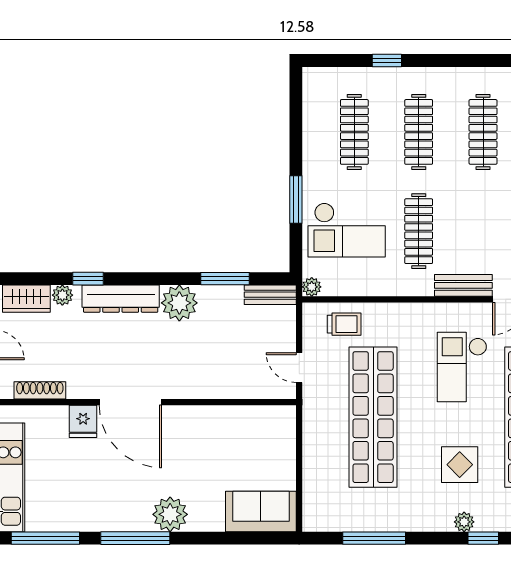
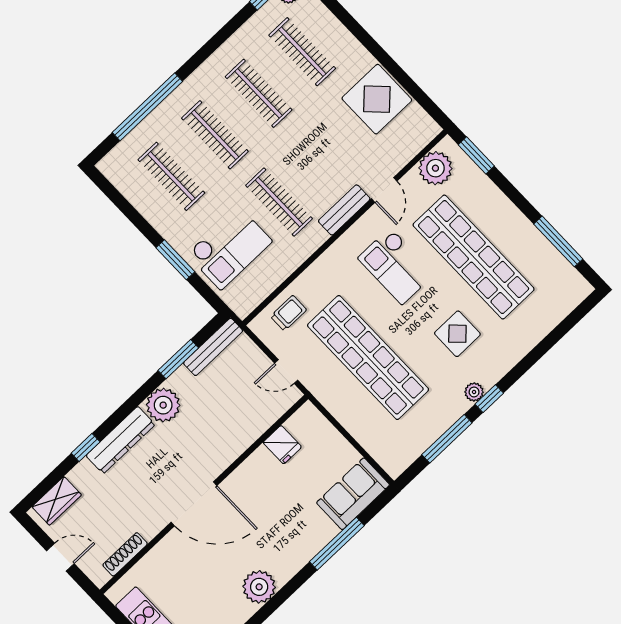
window: (387, 60) -> (147, 107), width x3.17
plant: (312, 287) -> (242, 309), removed
plant: (62, 295) -> (79, 475), removed
bench: (270, 295) -> (213, 347), width x1.36
fridge: (83, 421) -> (282, 445), moved
plant: (170, 514) -> (259, 587), moved
plant: (464, 522) -> (474, 392), moved
window: (135, 538) -> (337, 544), moved
window: (483, 538) -> (489, 399), moved

